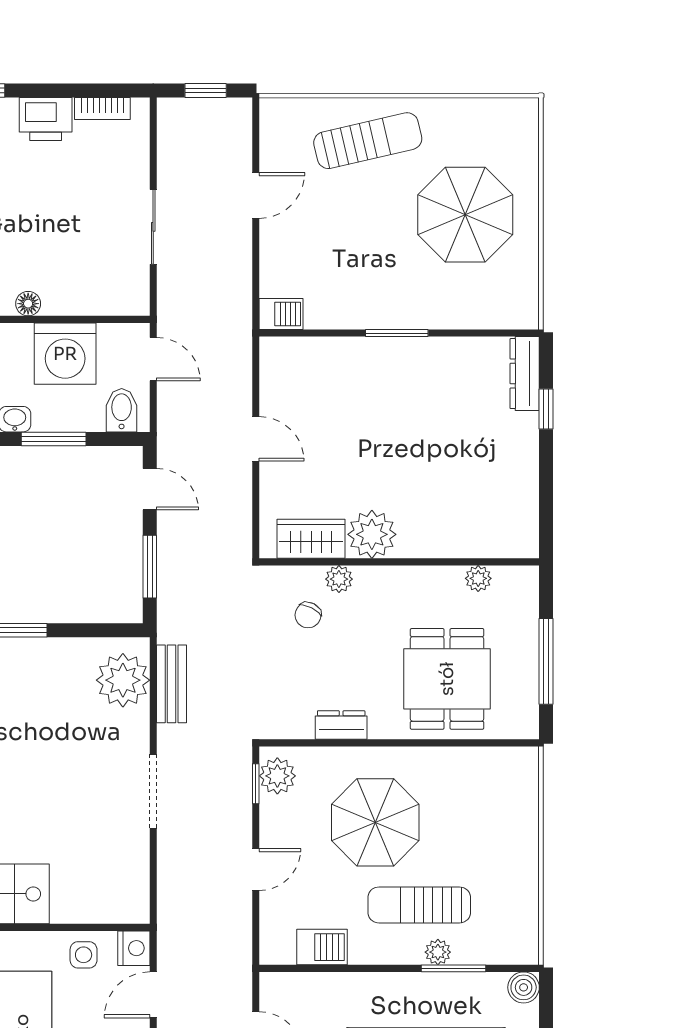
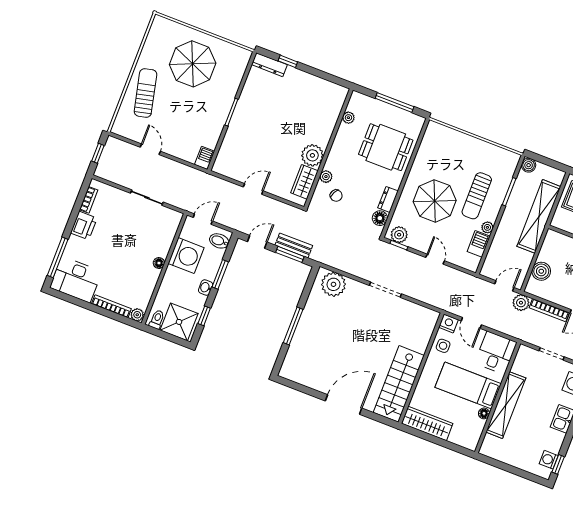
bench: (172, 684) -> (294, 245), moved
floor lamp: (296, 723) -> (380, 218), added
plant: (438, 952) -> (487, 227), moved

